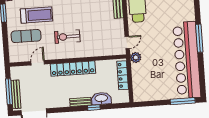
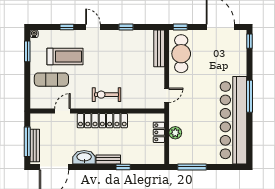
exercise bike: (67, 37) -> (107, 95), moved
plant: (136, 57) -> (175, 133), moved
locker: (123, 75) -> (159, 132), width x0.66
washbasin: (101, 98) -> (84, 157), moved
window: (183, 101) -> (192, 167), moved

